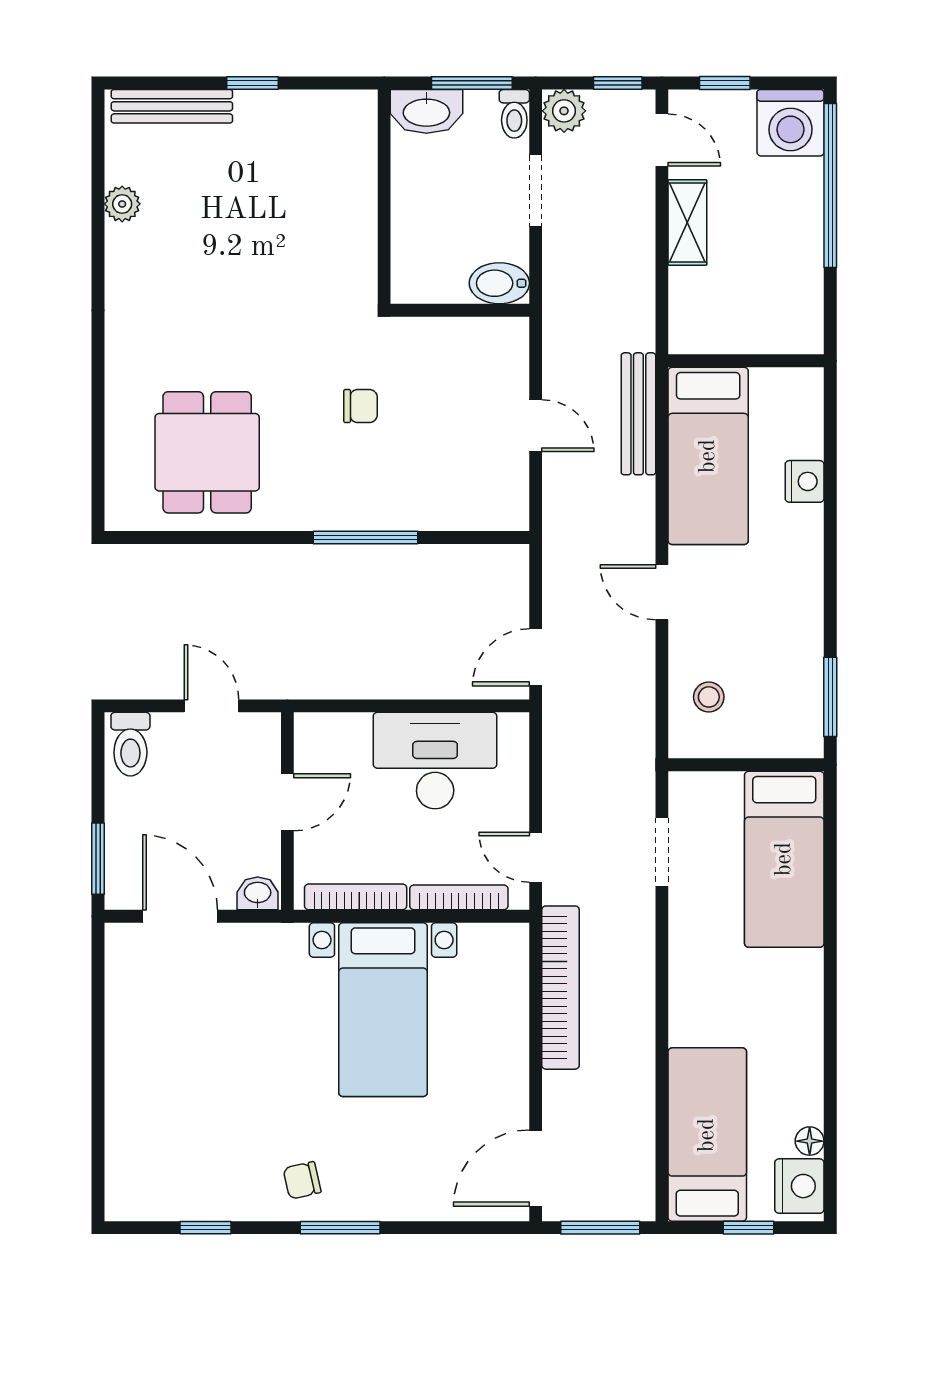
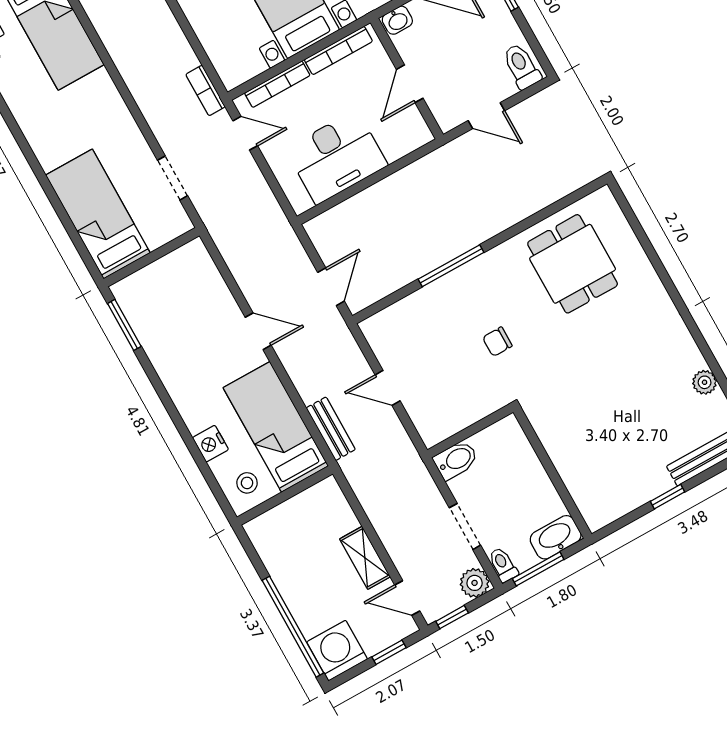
bench: (638, 414) -> (331, 429), width x0.73
door: (536, 657) -> (331, 287), moved
stool: (709, 697) -> (247, 483), moved
bookcase: (560, 988) -> (206, 90), width x0.43, depth x0.76

